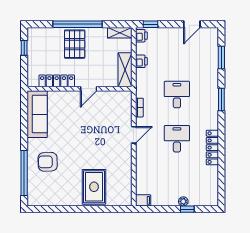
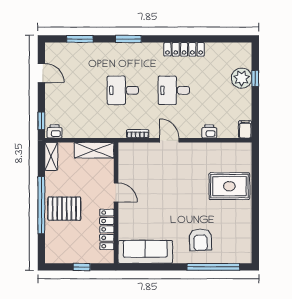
window: (24, 48) -> (82, 267), moved
printer: (141, 61) -> (209, 131), moved
plant: (183, 201) -> (242, 78), width x1.87, depth x1.87

